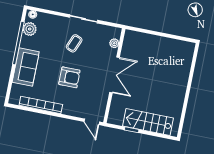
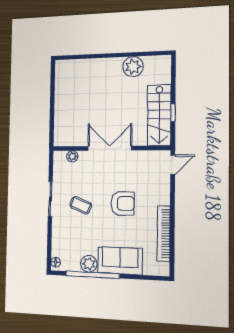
plant: (30, 29) -> (89, 264), moved
armchair: (69, 77) -> (123, 203), turned 90
plant: (175, 106) -> (133, 67), added
stairs: (148, 122) -> (159, 115), moved

